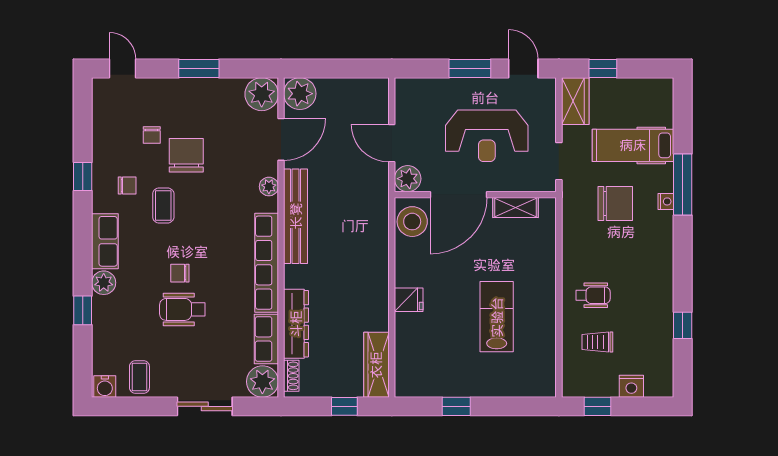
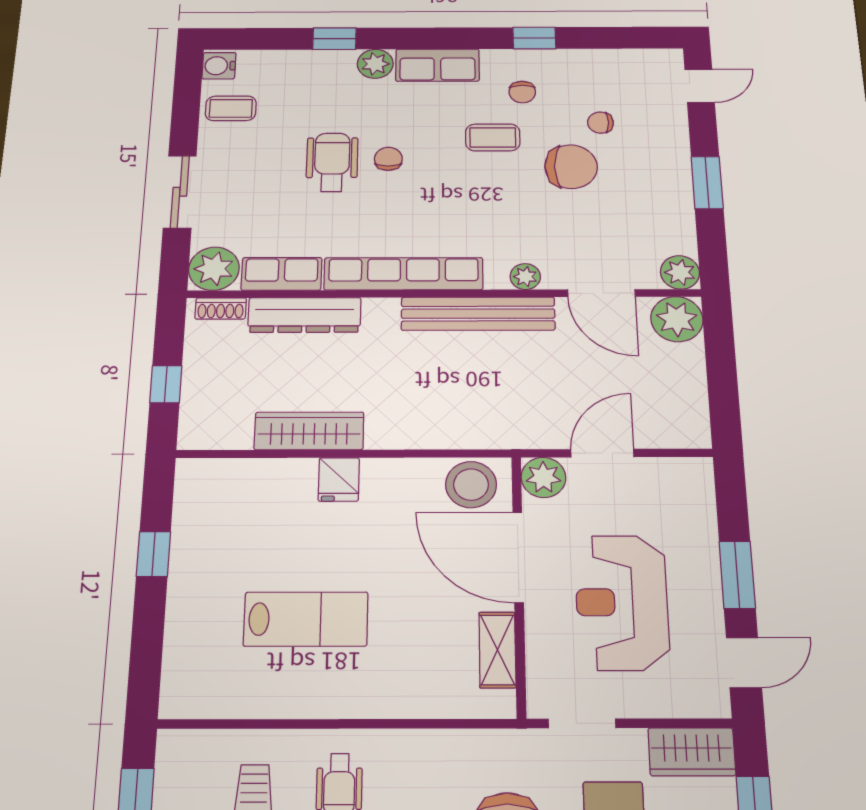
plant: (262, 94) -> (680, 272), width x0.73, depth x0.73
wardrobe: (376, 365) -> (309, 431), moved

